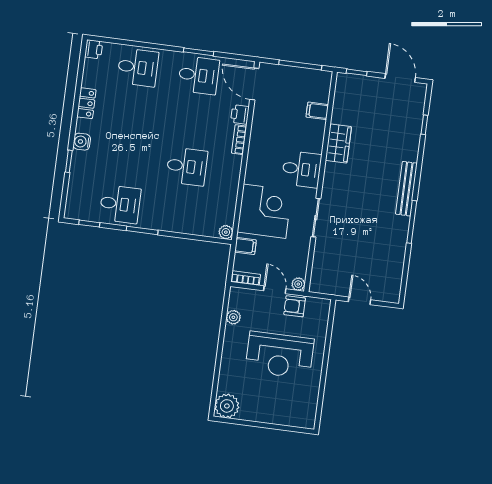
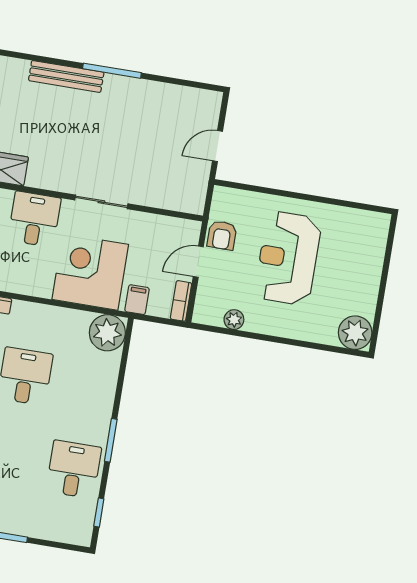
plant: (226, 232) -> (107, 333), width x1.87, depth x1.87
plant: (298, 284) -> (192, 229), removed
reception desk: (280, 355) -> (288, 258), turned 180

